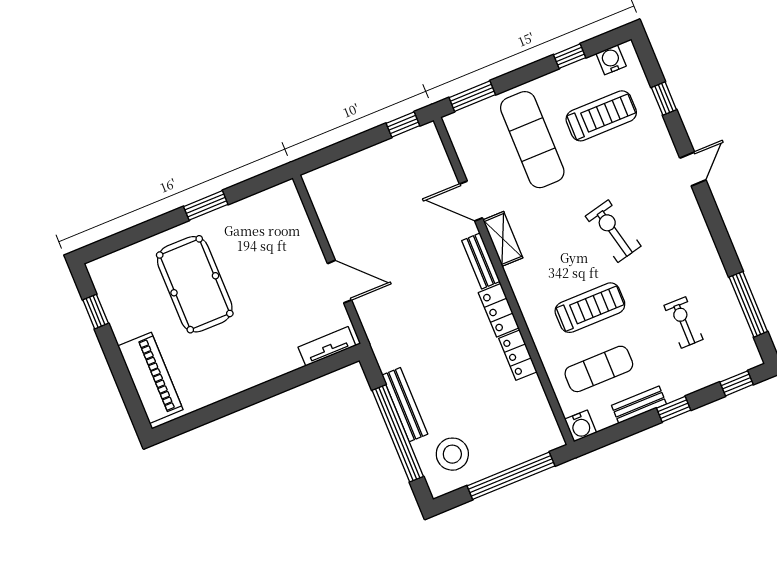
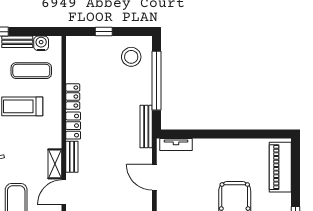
door: (471, 201) -> (64, 192), swing flipped
bench: (405, 405) -> (146, 126), moved
water cooler: (581, 426) -> (41, 43), moved
window: (511, 476) -> (104, 32), width x0.32

